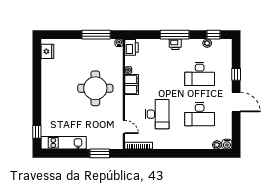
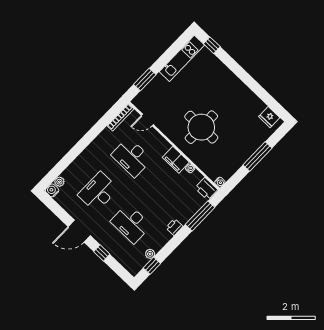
window: (96, 35) -> (257, 156), moved
window: (175, 35) -> (200, 216), moved
desk: (200, 74) -> (131, 224), turned -90

